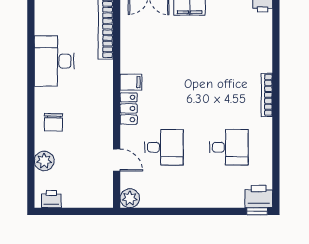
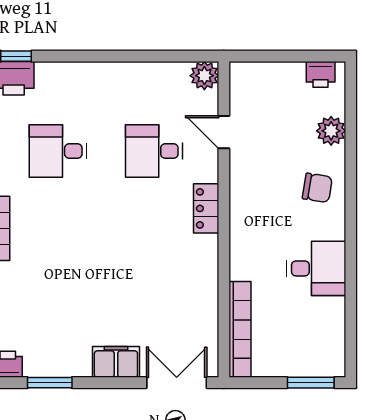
desk: (54, 61) -> (316, 268), width x0.73
filing cabinet: (131, 82) -> (203, 247), removed
chair: (54, 122) -> (317, 188), turned 98

